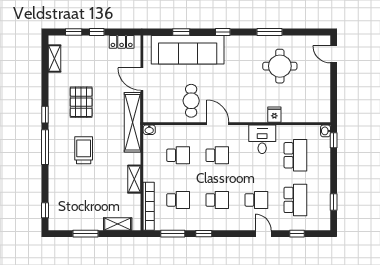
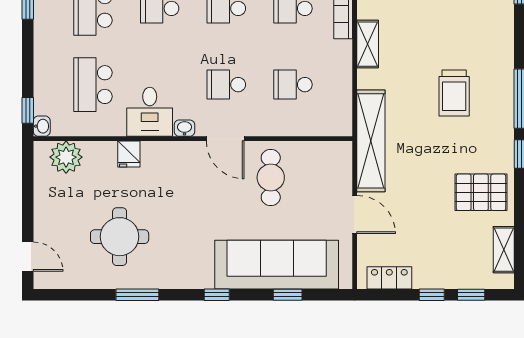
pallet: (81, 102) -> (481, 192), moved, turned 90
plant: (311, 113) -> (66, 157), added
washbasin: (149, 130) -> (184, 128), moved

